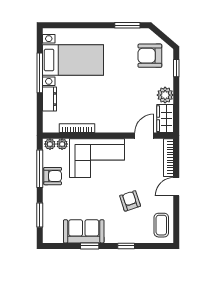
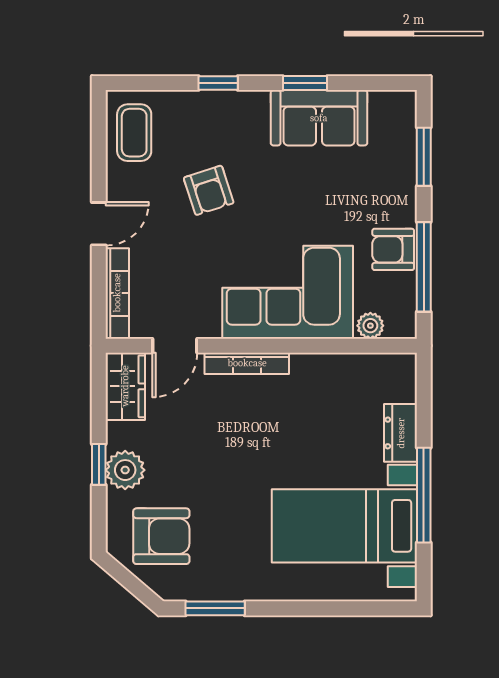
window: (176, 68) -> (99, 464), moved
plant: (165, 95) -> (125, 470), moved
bookcase: (77, 128) -> (247, 363), moved
plant: (50, 144) -> (399, 326), removed

